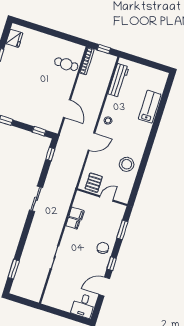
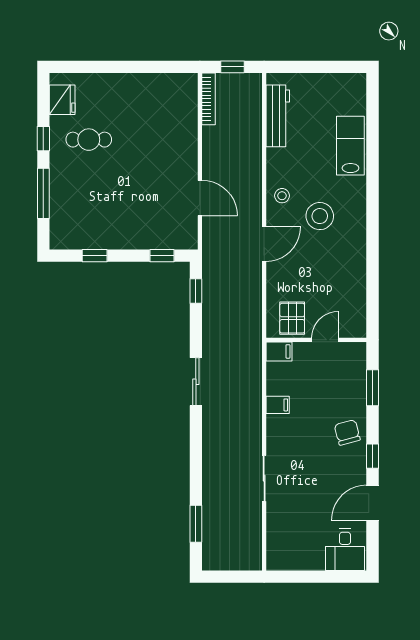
cafe table: (66, 64) -> (89, 140), moved
stool: (127, 164) -> (320, 216), moved
filing cabinet: (77, 214) -> (279, 351), moved

